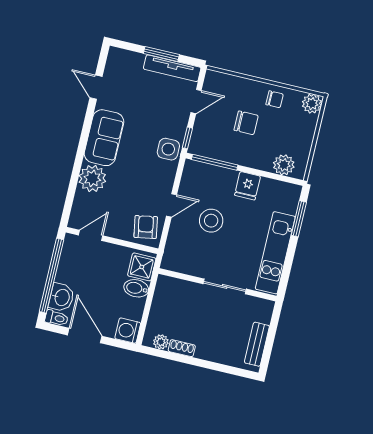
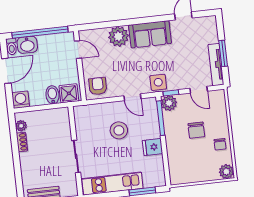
plant: (284, 165) -> (169, 103), moved
door: (171, 205) -> (132, 97), moved
armchair: (146, 227) -> (98, 86), turned -80

